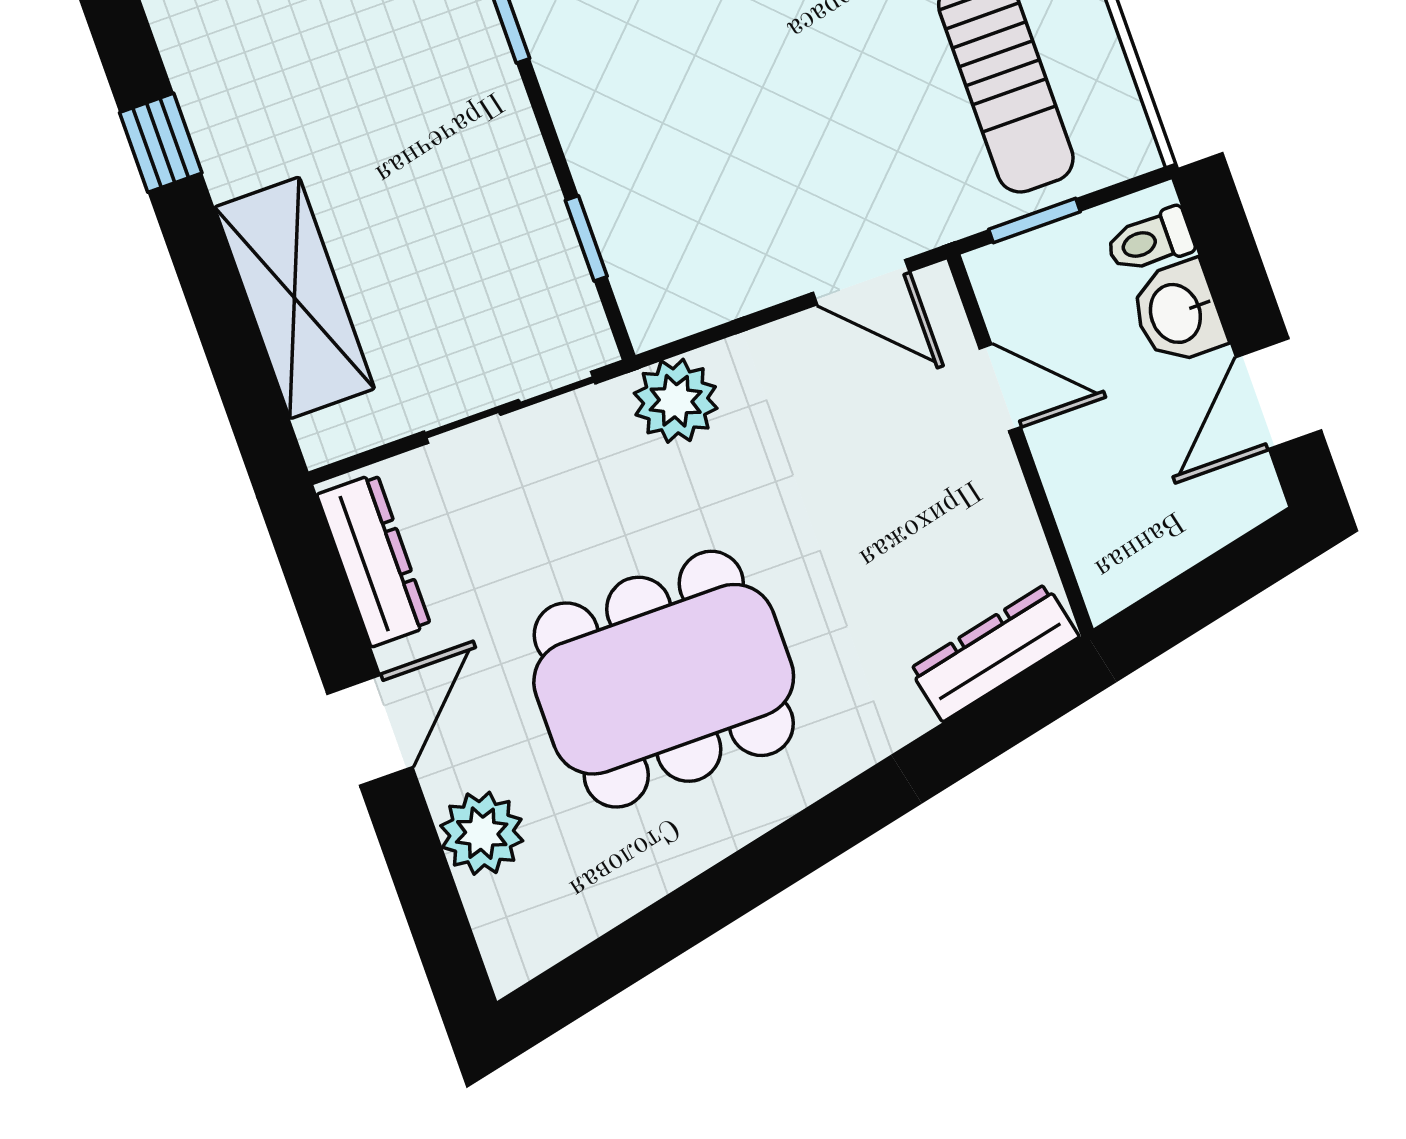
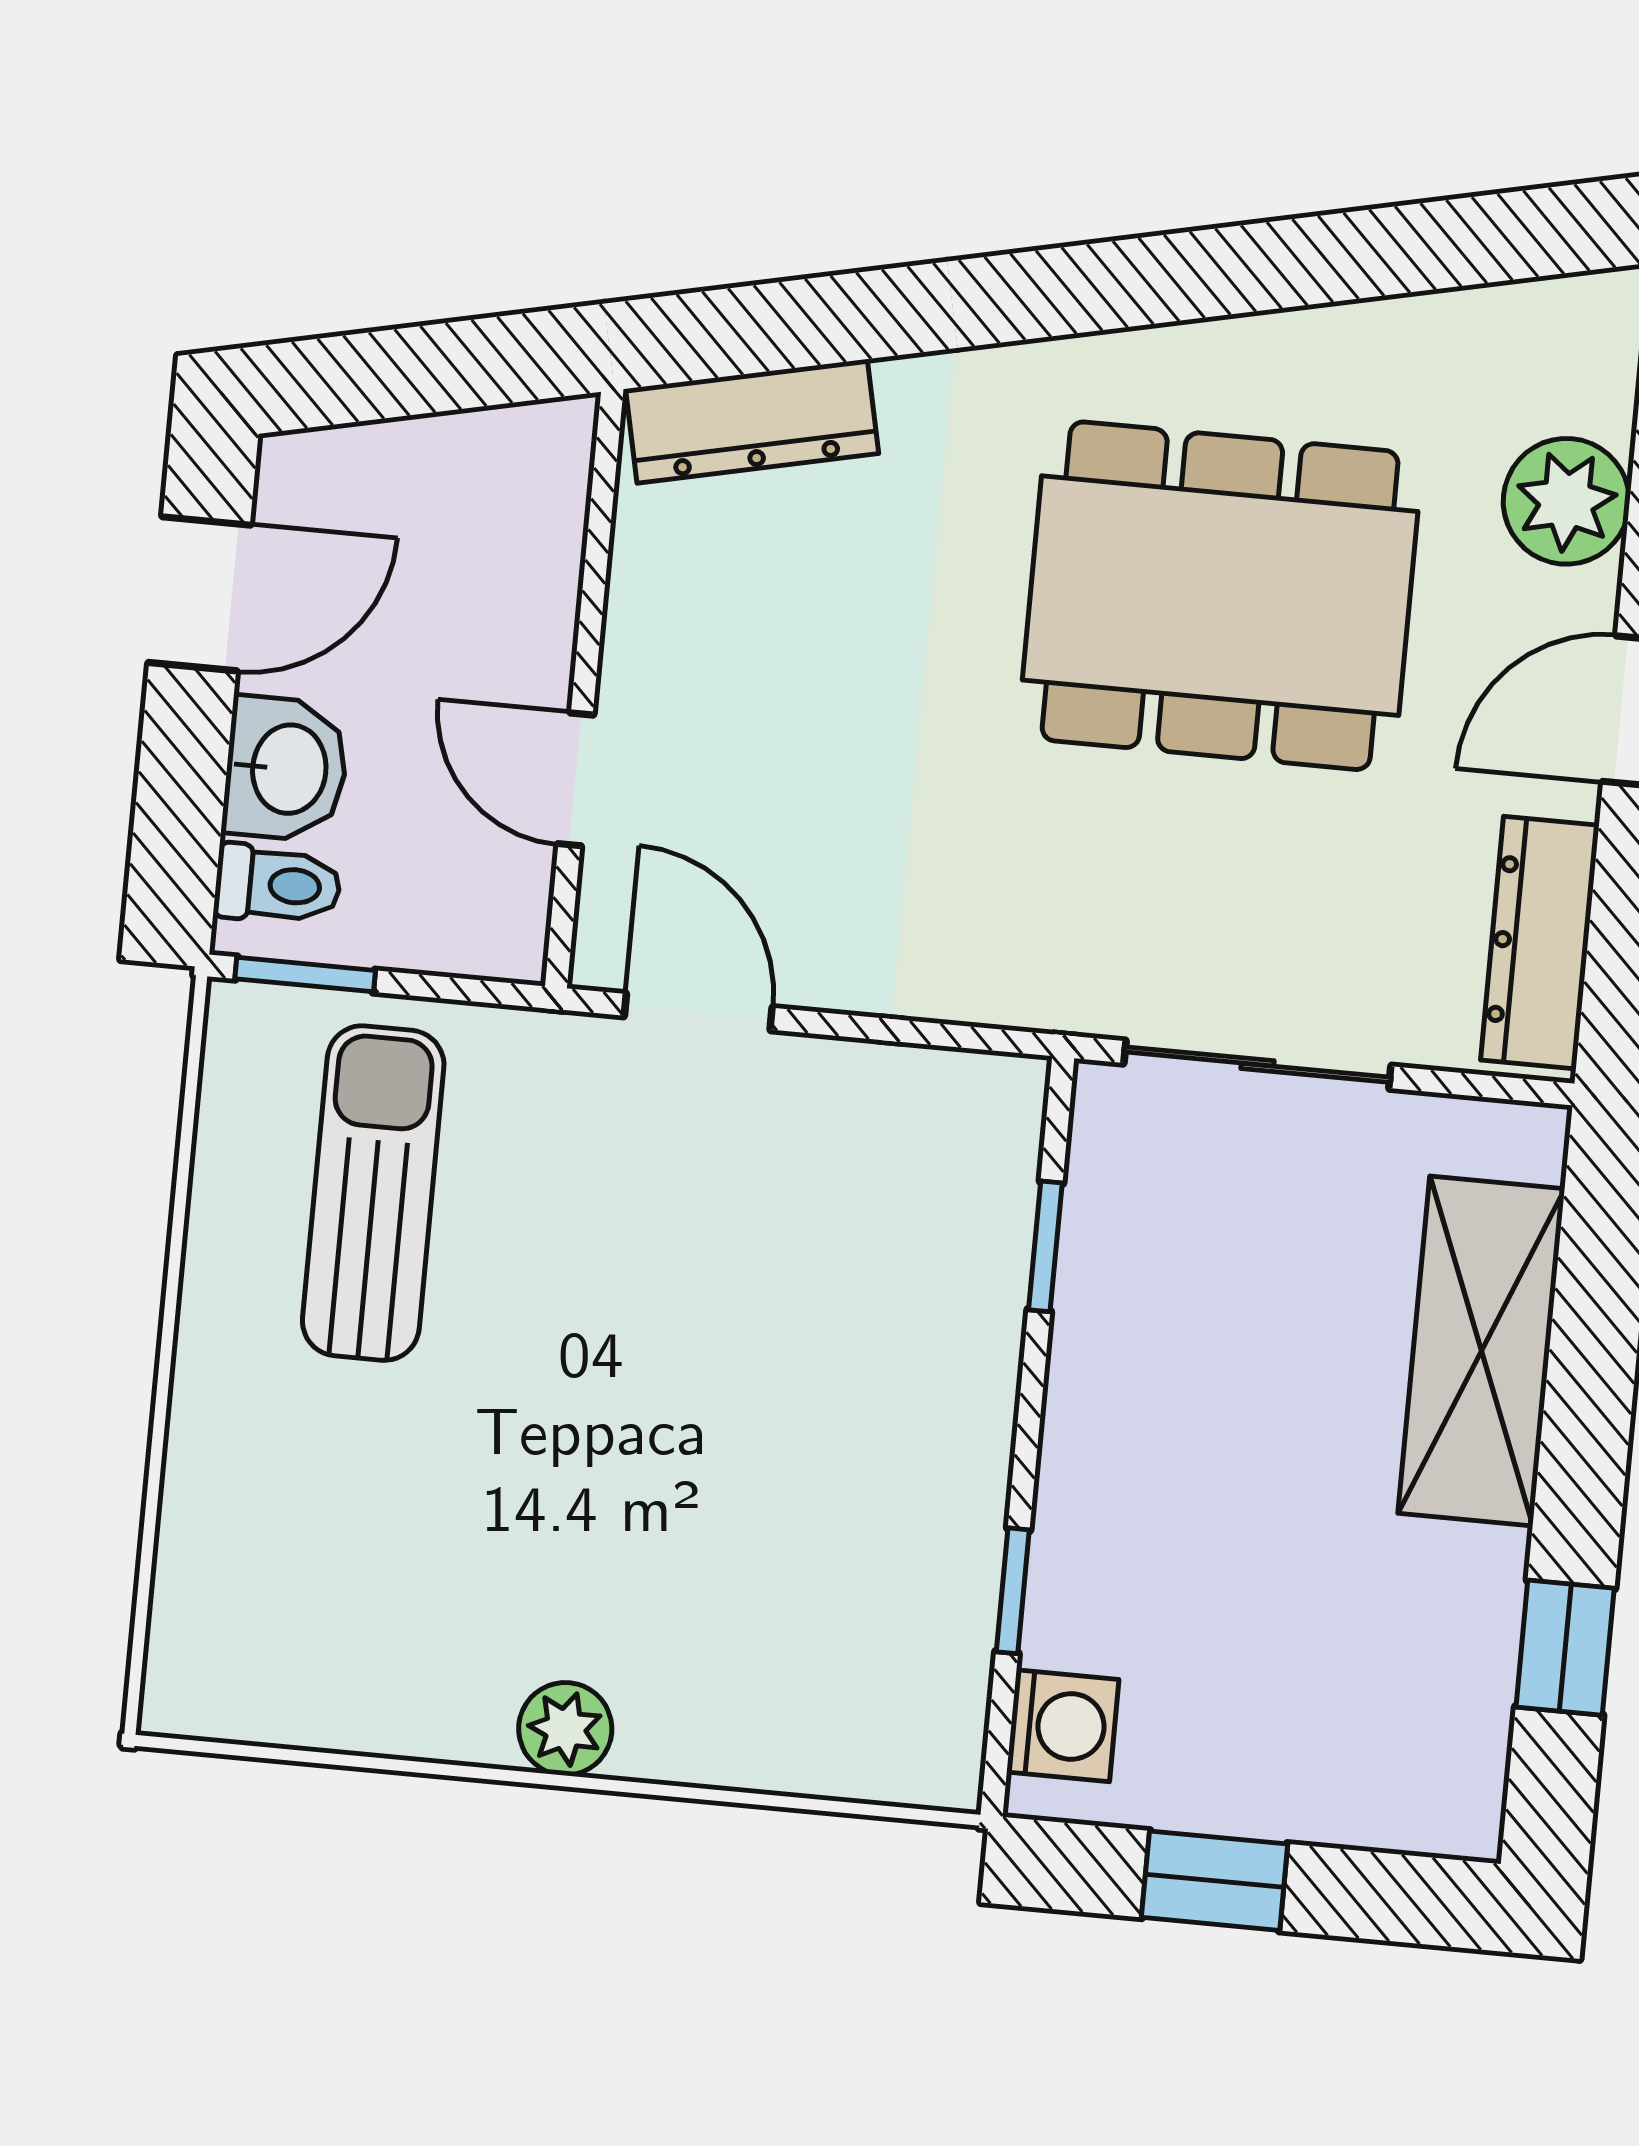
window: (1035, 220) -> (305, 975), moved
plant: (676, 401) -> (1027, 968), removed

